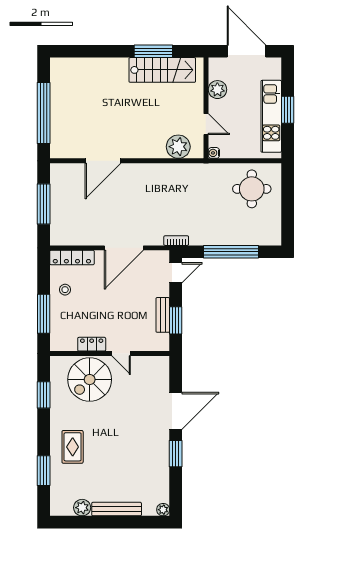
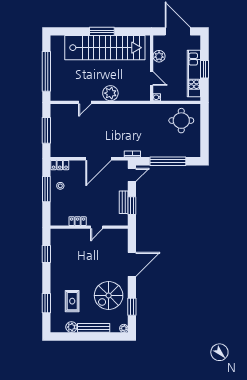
window: (153, 51) -> (102, 31), moved
stairs: (162, 70) -> (105, 48), width x1.86, depth x1.51
plant: (178, 147) -> (110, 93), moved
door: (103, 161) -> (85, 102), width x0.53
locker: (72, 258) -> (60, 165), width x0.66
window: (44, 314) -> (46, 189), moved
door: (121, 354) -> (97, 227), hinge flipped
spiral stairs: (90, 380) -> (109, 295), moved
rug: (73, 447) -> (72, 301), moved
window: (176, 454) -> (132, 307), moved

